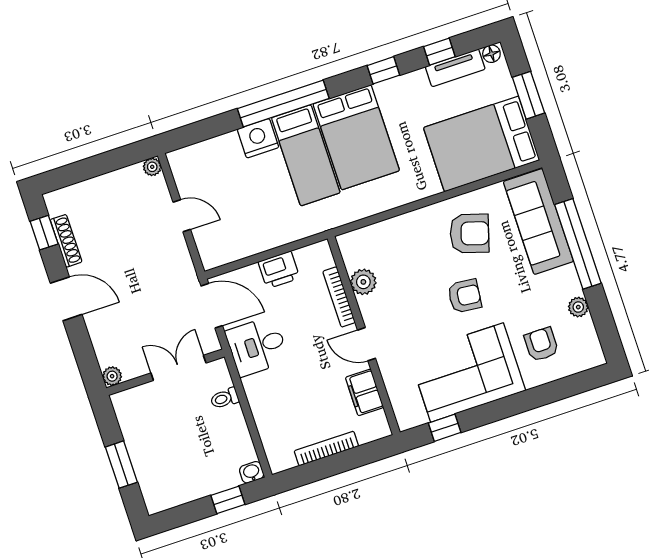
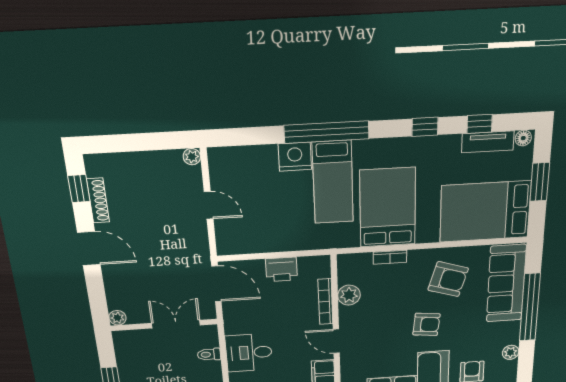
bed: (356, 137) -> (388, 208), moved, turned 180
bookcase: (395, 224) -> (390, 257), added
desk: (257, 346) -> (249, 353), moved

